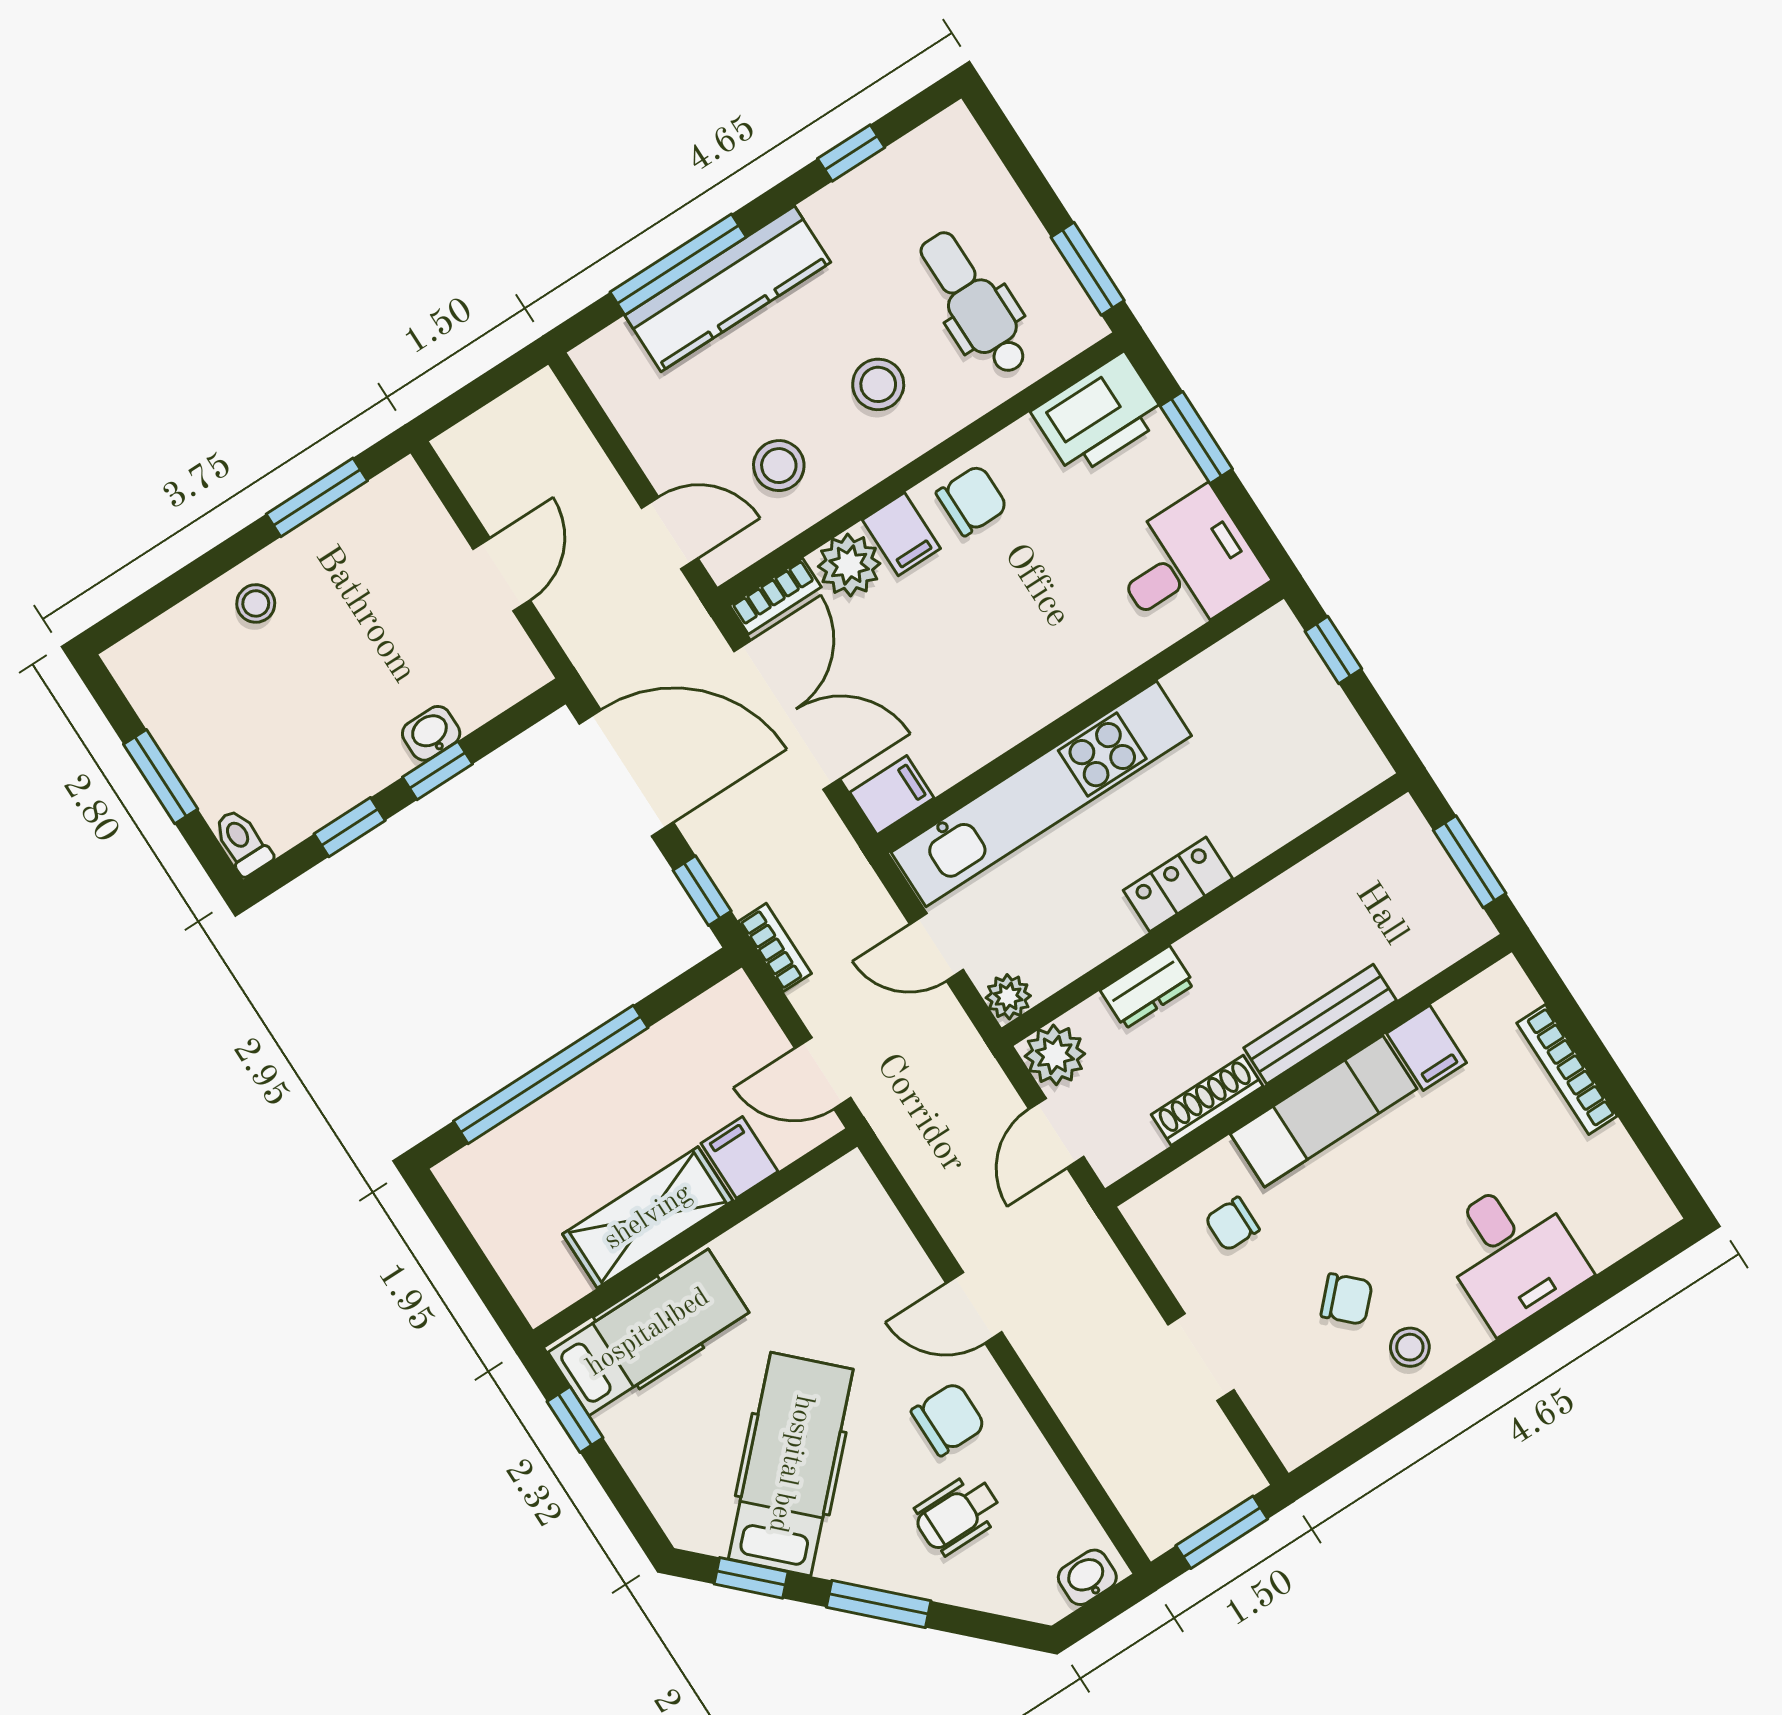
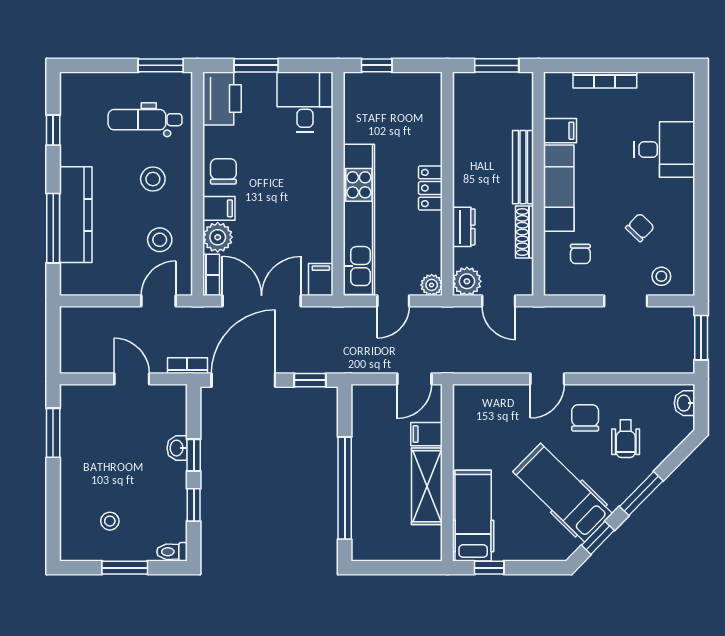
stool: (256, 603) -> (110, 521), moved
bookcase: (775, 947) -> (187, 366), moved
stool: (1410, 1347) -> (661, 276), moved

